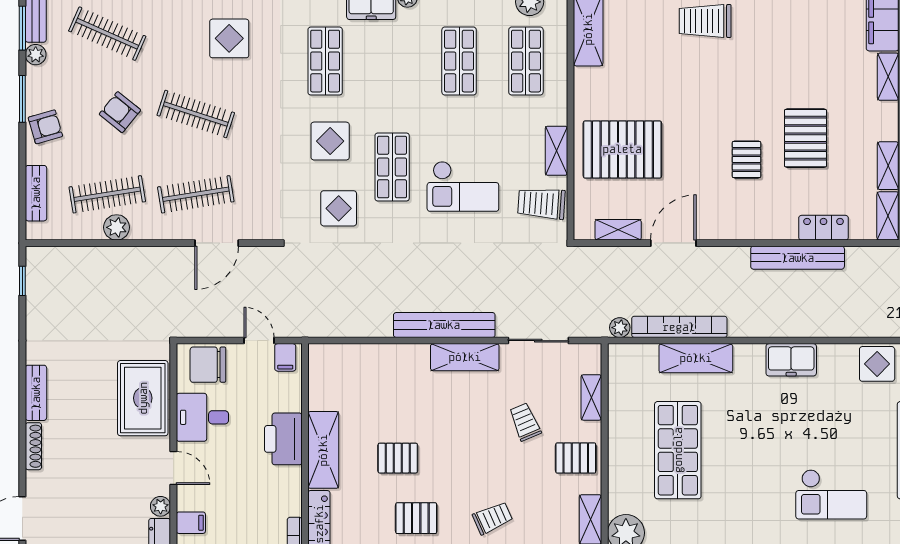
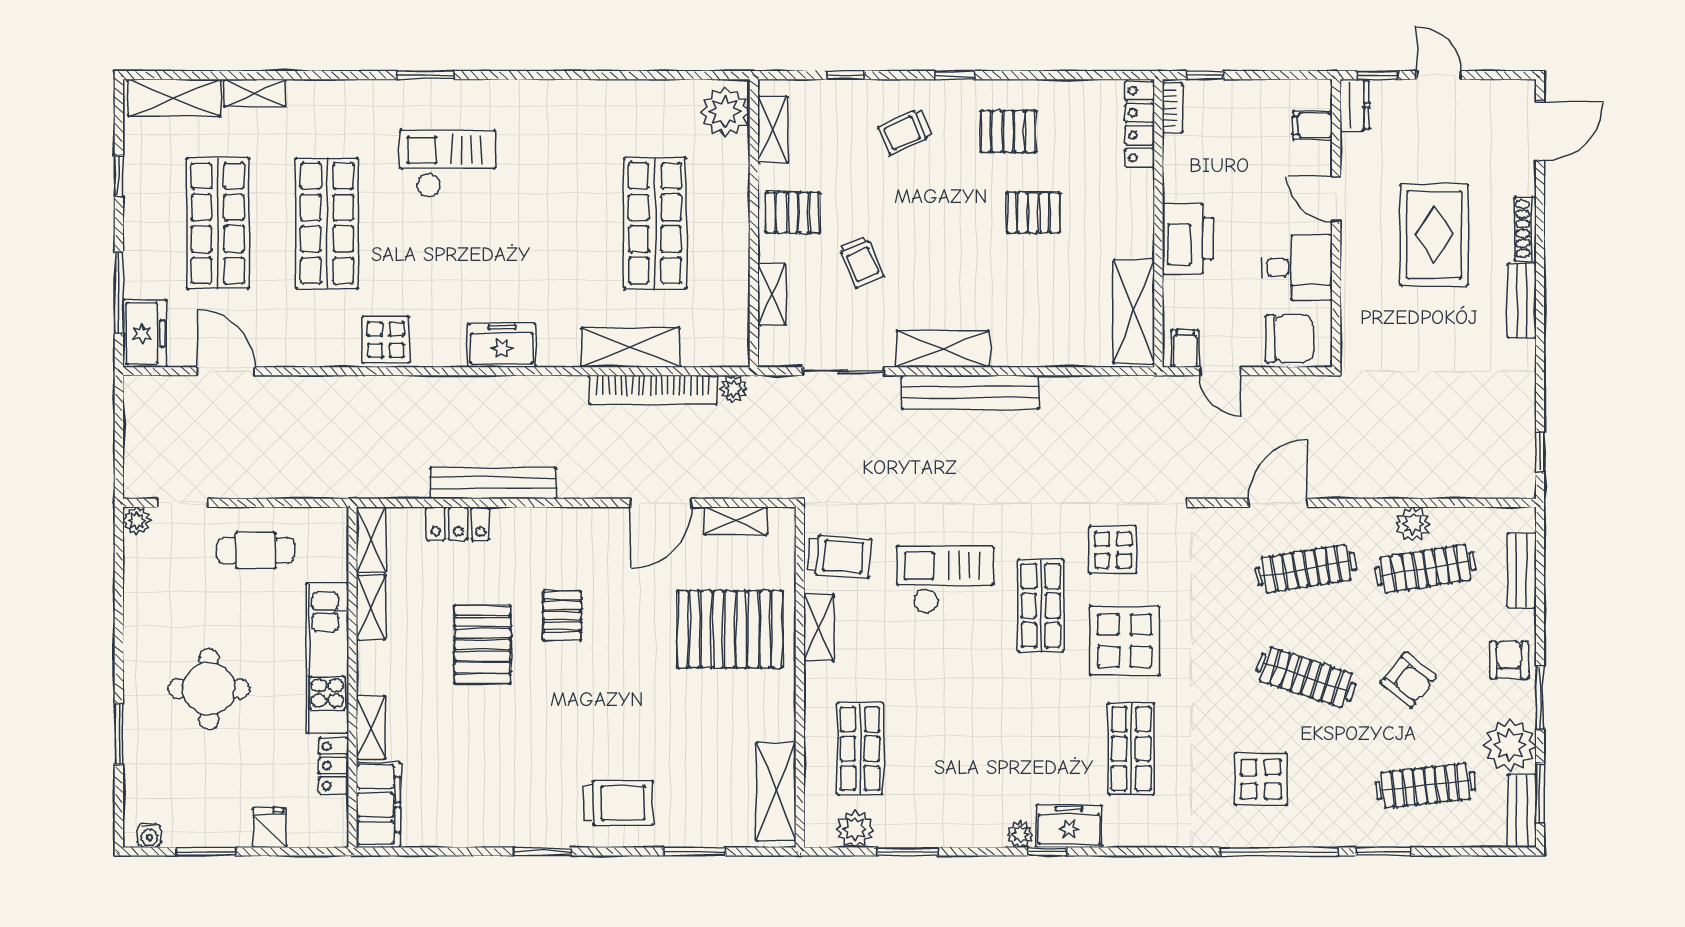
clothes rail: (107, 34) -> (1425, 786), turned -30
plant: (36, 55) -> (1510, 745), width x1.87, depth x1.87
shop shelf: (459, 61) -> (950, 749), removed
armchair: (45, 127) -> (1509, 660), turned 106
display table: (330, 141) -> (1124, 641), width x1.36, depth x1.36
rug: (143, 398) -> (1434, 235), moved
shelving: (323, 450) -> (1134, 312), moved
plant: (161, 506) -> (1354, 147), removed

